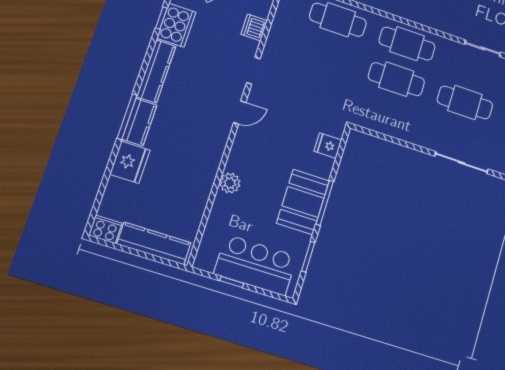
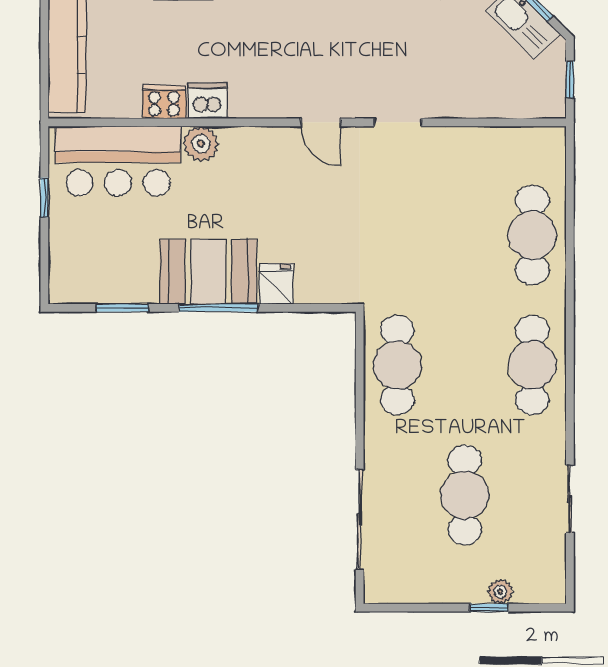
dishwasher: (254, 28) -> (207, 101), moved
cafe table: (396, 79) -> (397, 365), moved
fridge: (328, 146) -> (276, 284), moved
cooker: (199, 196) -> (164, 102), added
bar counter: (256, 265) -> (118, 161), moved, turned 90

